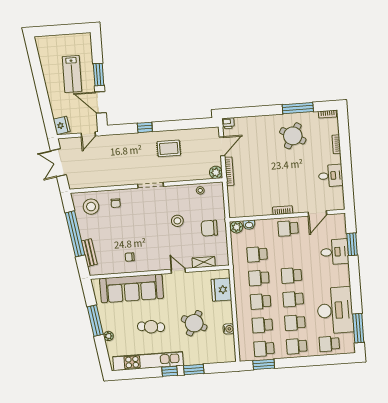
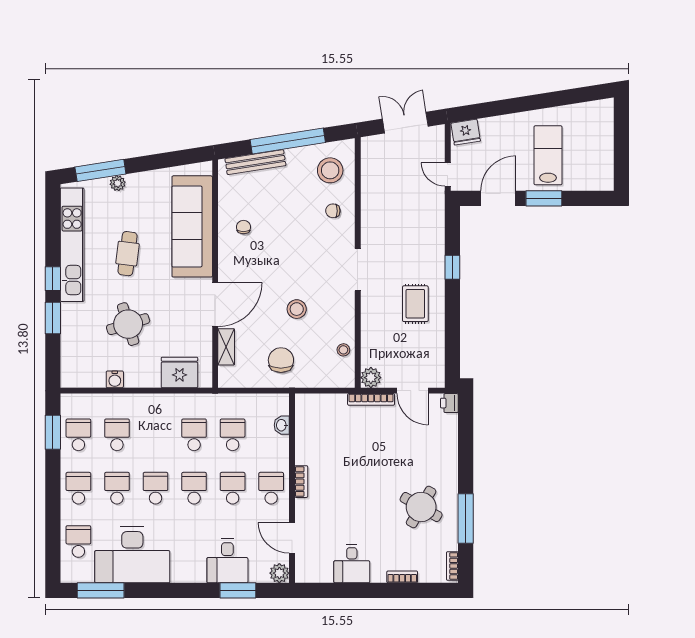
lab bench: (72, 74) -> (548, 155), turned 90
plant: (237, 227) -> (279, 573), moved
bench: (89, 253) -> (255, 162), width x1.36
door: (178, 271) -> (215, 304), width x1.88
school desk: (261, 301) -> (233, 488), moved
window: (95, 321) -> (100, 170), moved
round table: (194, 323) -> (128, 324), turned 45

